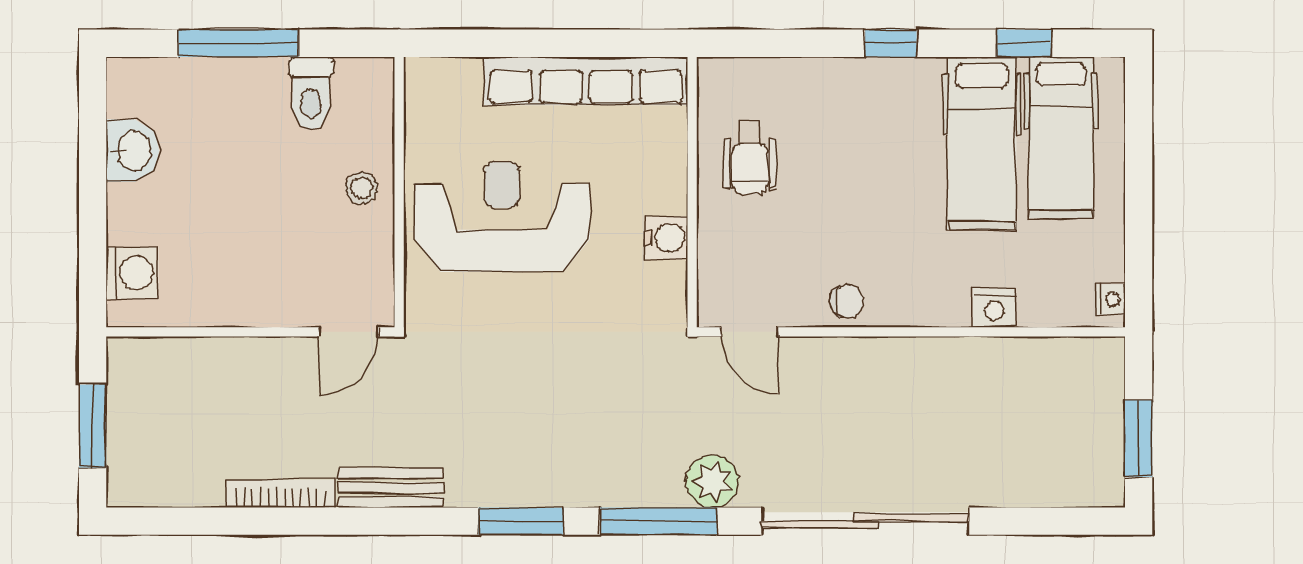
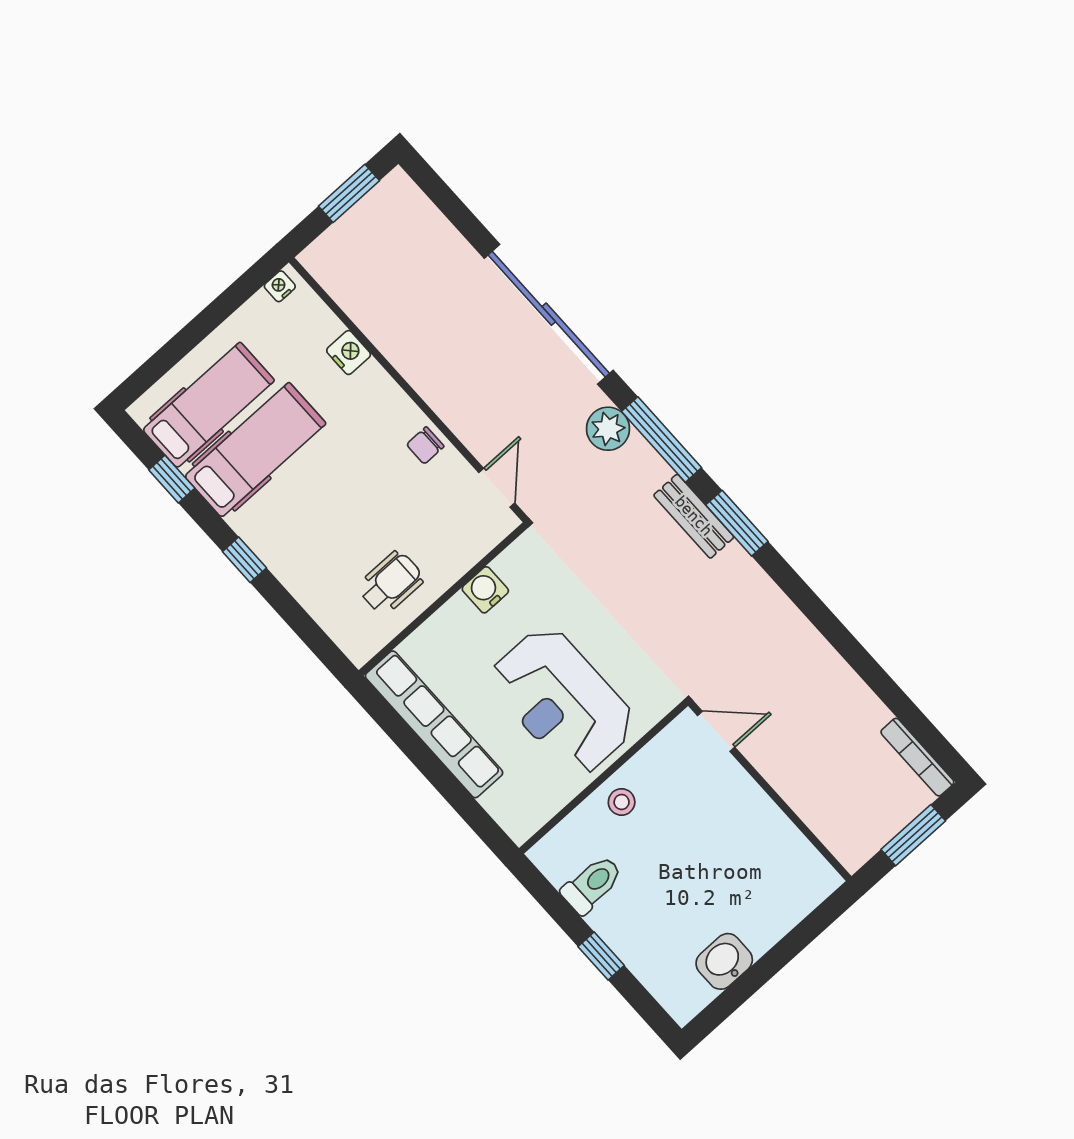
window: (238, 43) -> (601, 956), width x0.46
washing machine: (132, 273) -> (799, 895), removed
chair: (847, 301) -> (425, 445), turned -90
bench: (391, 488) -> (694, 516), moved
bookcase: (281, 494) -> (917, 757), moved

